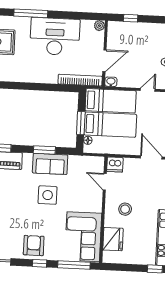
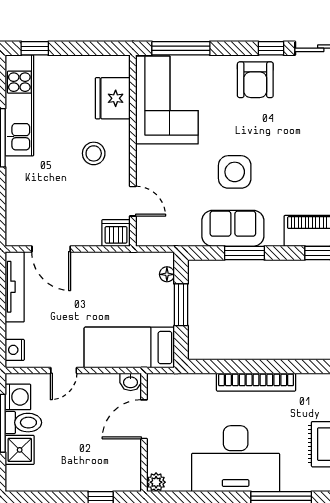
bookcase: (80, 80) -> (256, 382), moved
bed: (110, 125) -> (128, 304), removed
window: (40, 263) -> (271, 48), moved

